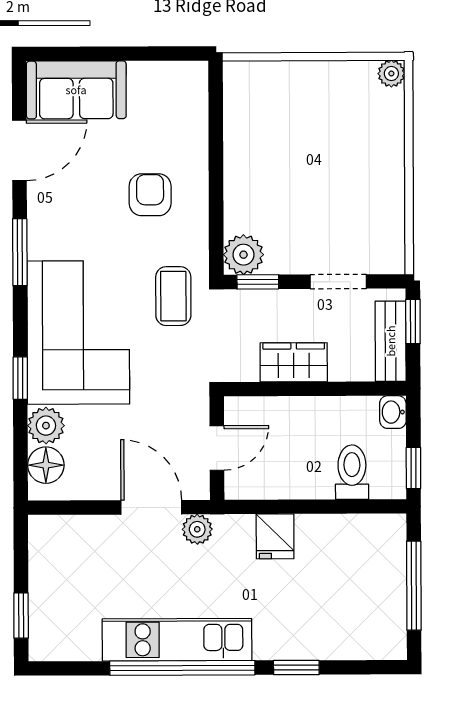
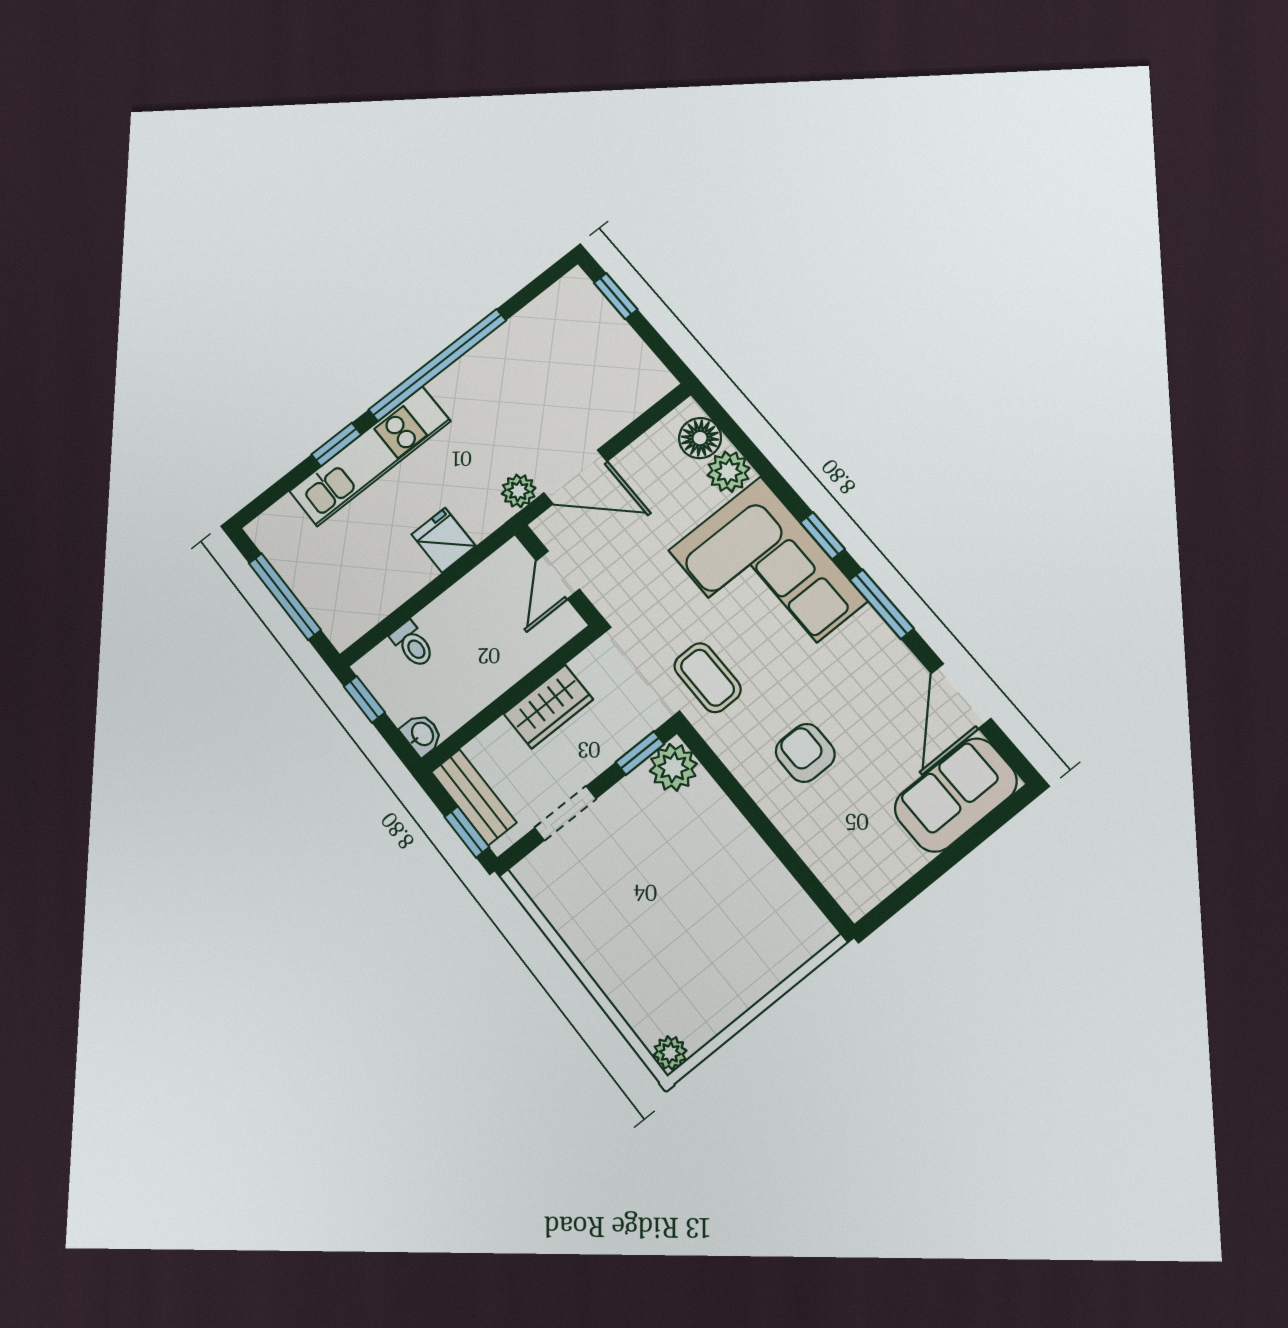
armchair: (150, 195) -> (805, 753), turned 180
window: (20, 378) -> (823, 536), moved
toilet: (352, 472) -> (413, 644), width x0.73, depth x0.72
kitchen unit: (177, 640) -> (370, 456), moved

